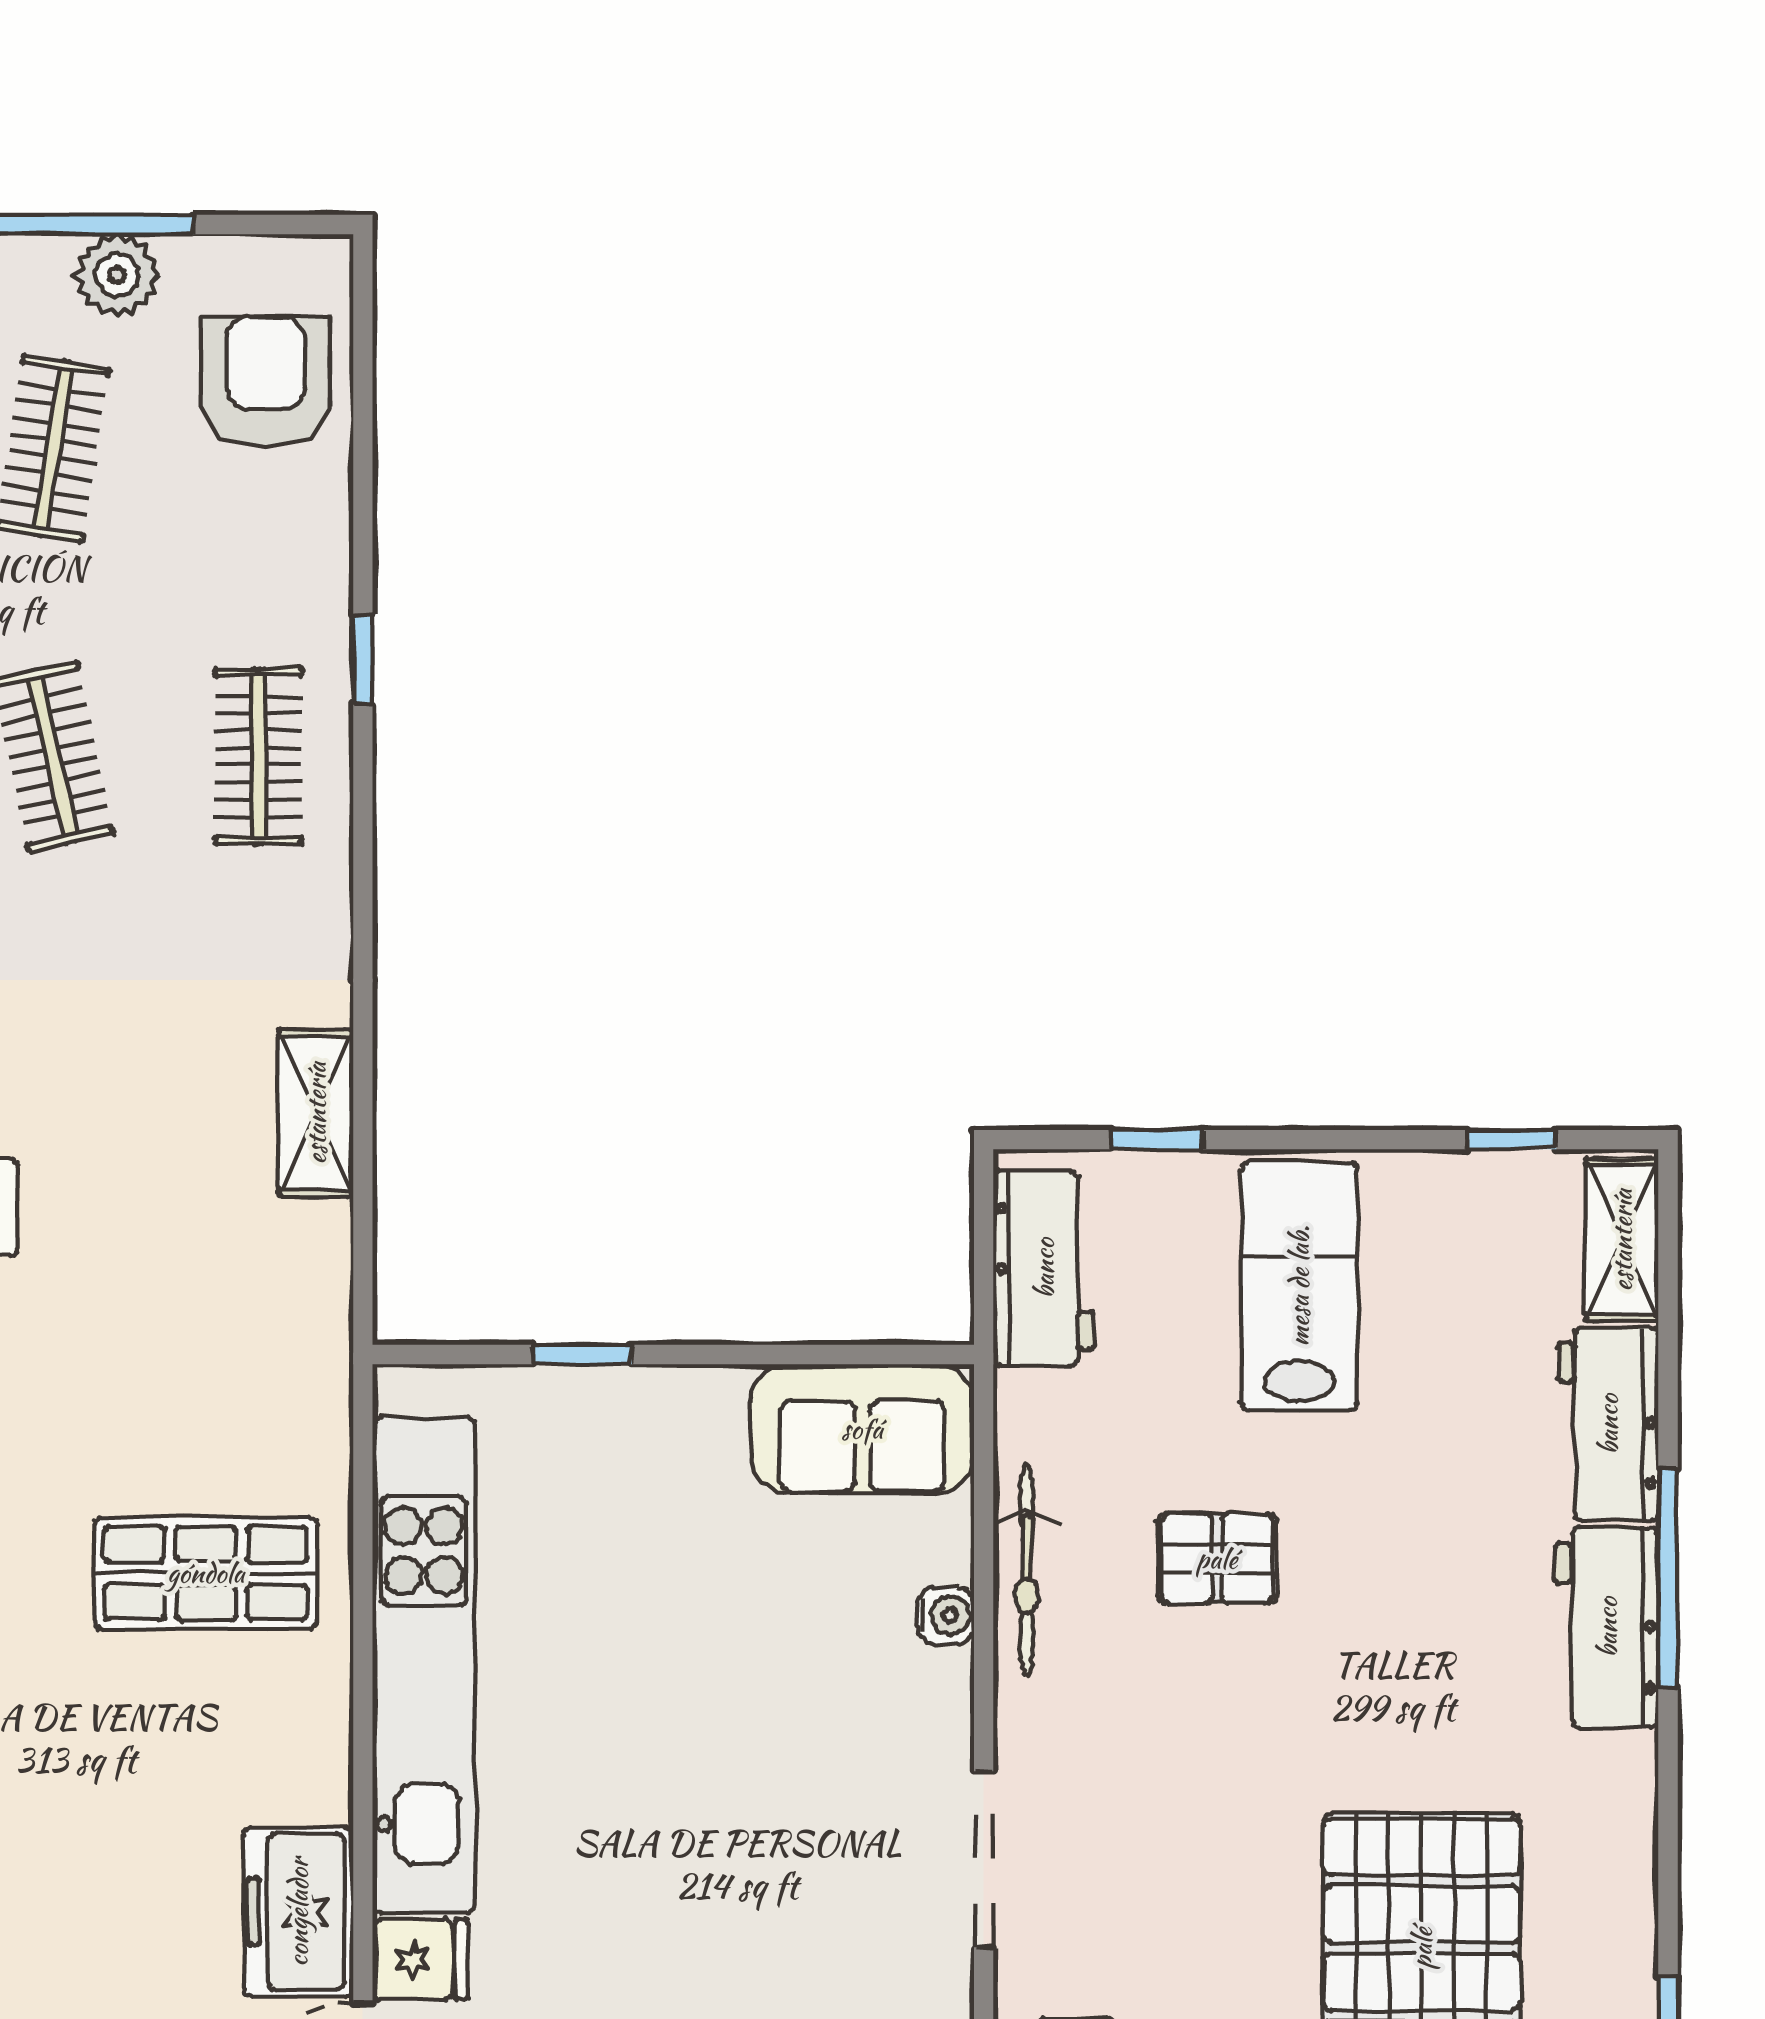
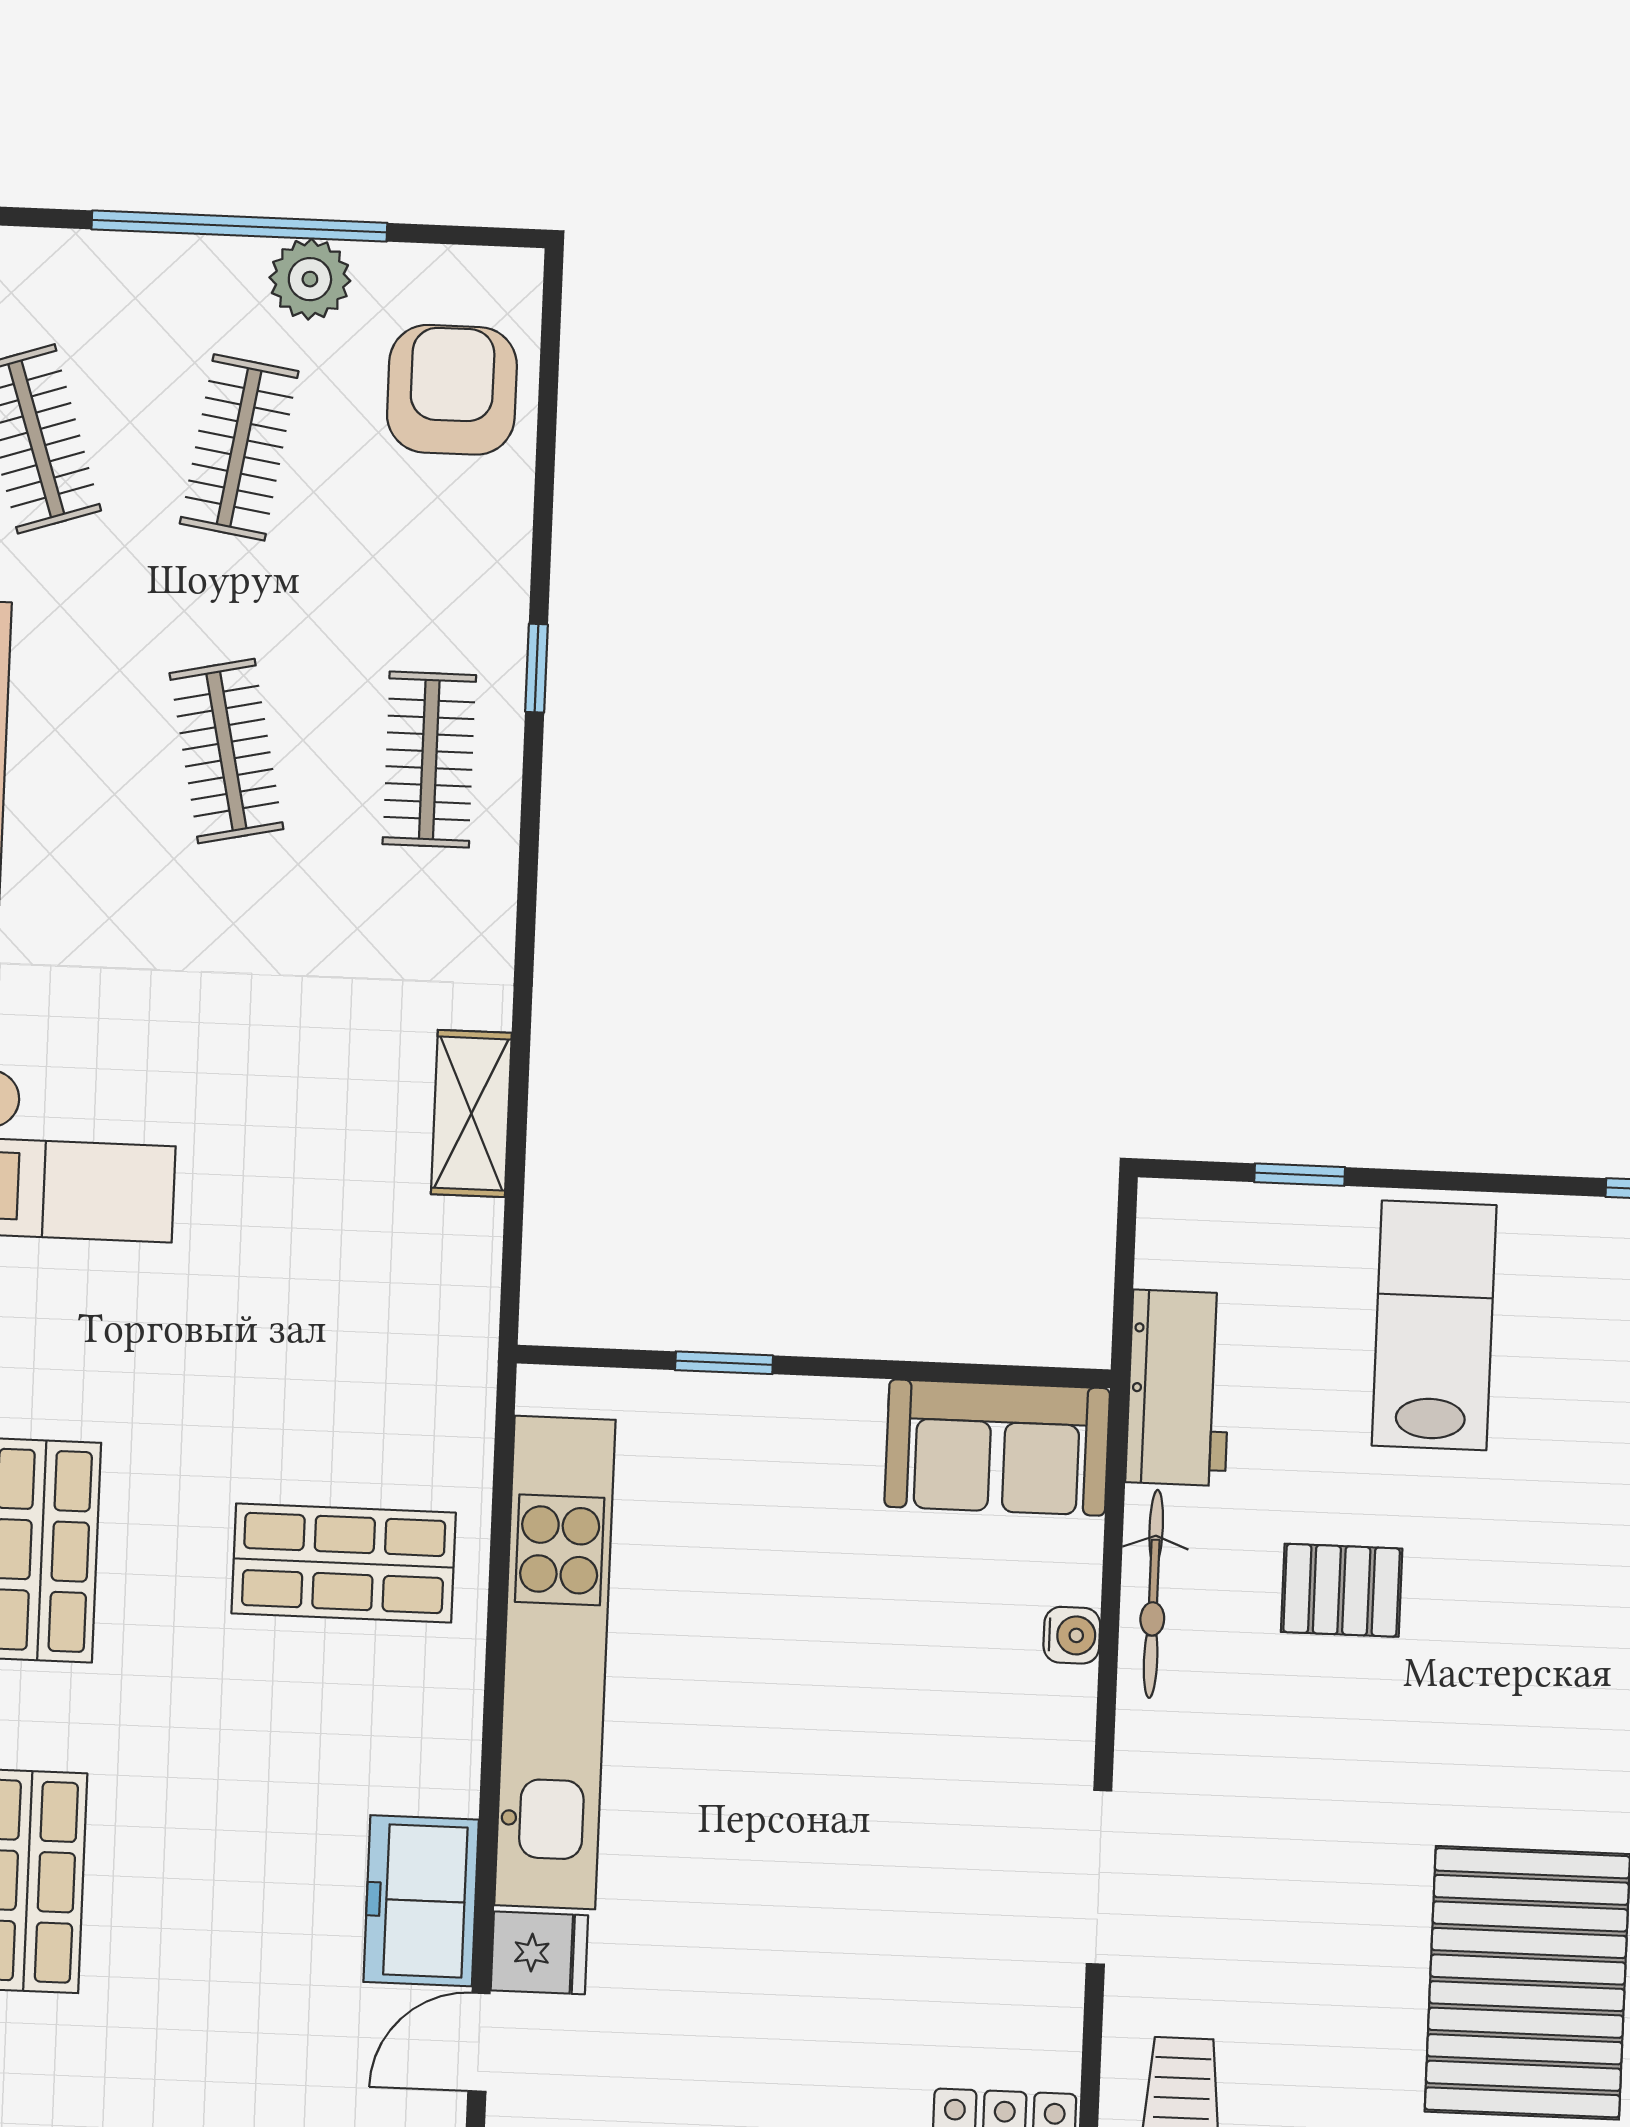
workbench: (1044, 1268) -> (1179, 1388), moved

